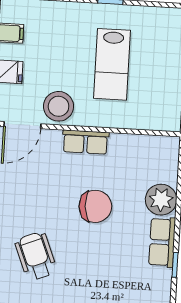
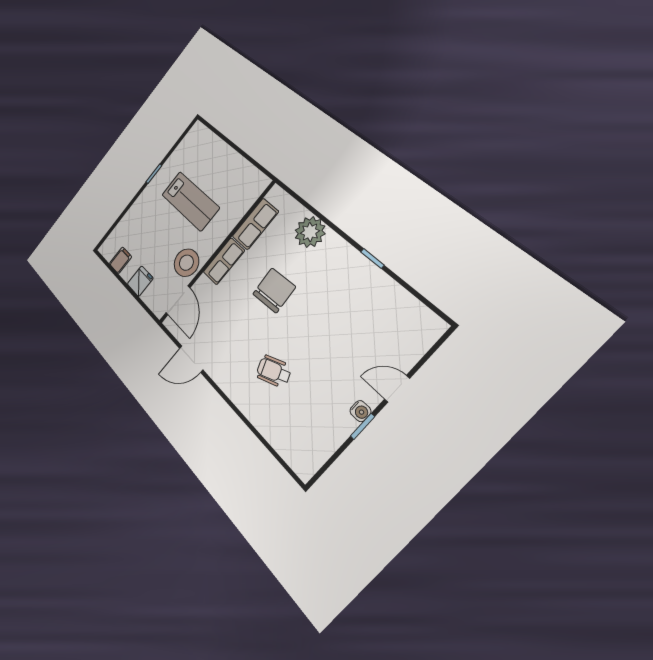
row of seats: (162, 242) -> (255, 224), moved, turned -90
wheelchair: (36, 256) -> (274, 371), width x0.73, depth x0.73

